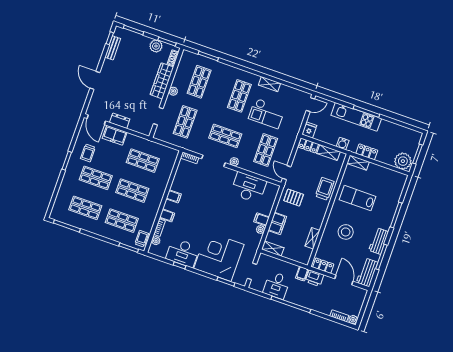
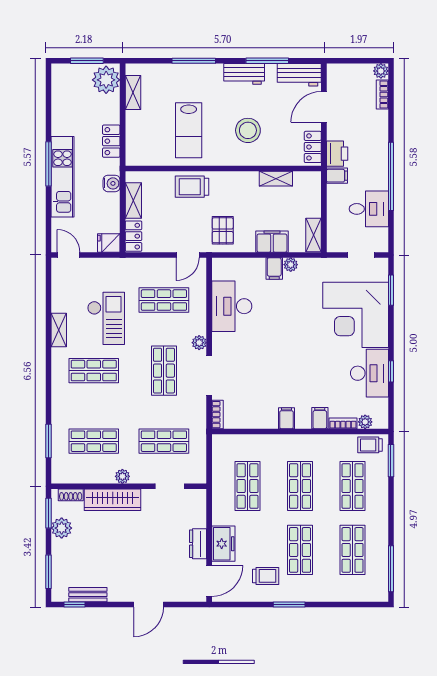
shelving: (358, 163) -> (133, 92), moved

